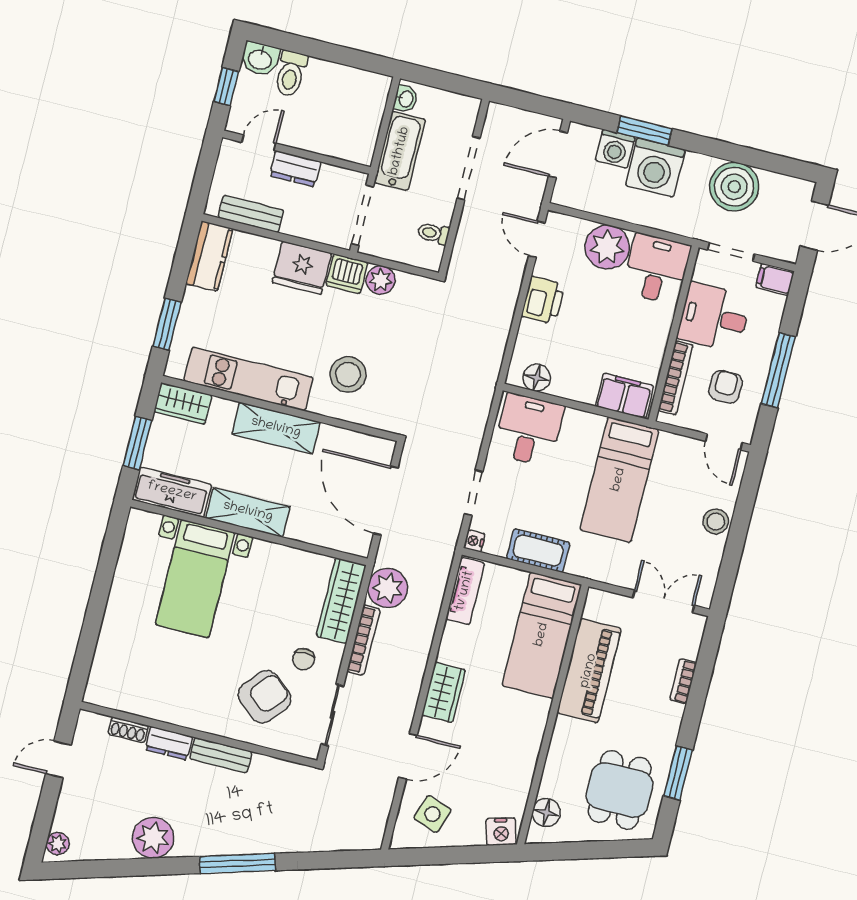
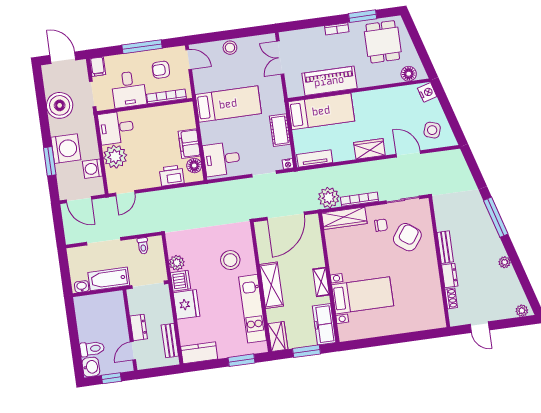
door: (259, 143) -> (133, 351), hinge flipped
washing machine: (615, 149) -> (92, 169), moved, turned 180
printer: (543, 300) -> (172, 176), moved
filing cabinet: (624, 396) -> (189, 144), moved
door: (724, 442) -> (189, 59), hinge flipped
shelving: (248, 512) -> (321, 282), width x0.67, depth x0.75
bookcase: (683, 681) -> (337, 29), moved
armchair: (265, 697) -> (407, 237), turned 86
dining table: (620, 790) -> (383, 42), turned 90
plant: (153, 838) -> (505, 262), width x0.53, depth x0.53

